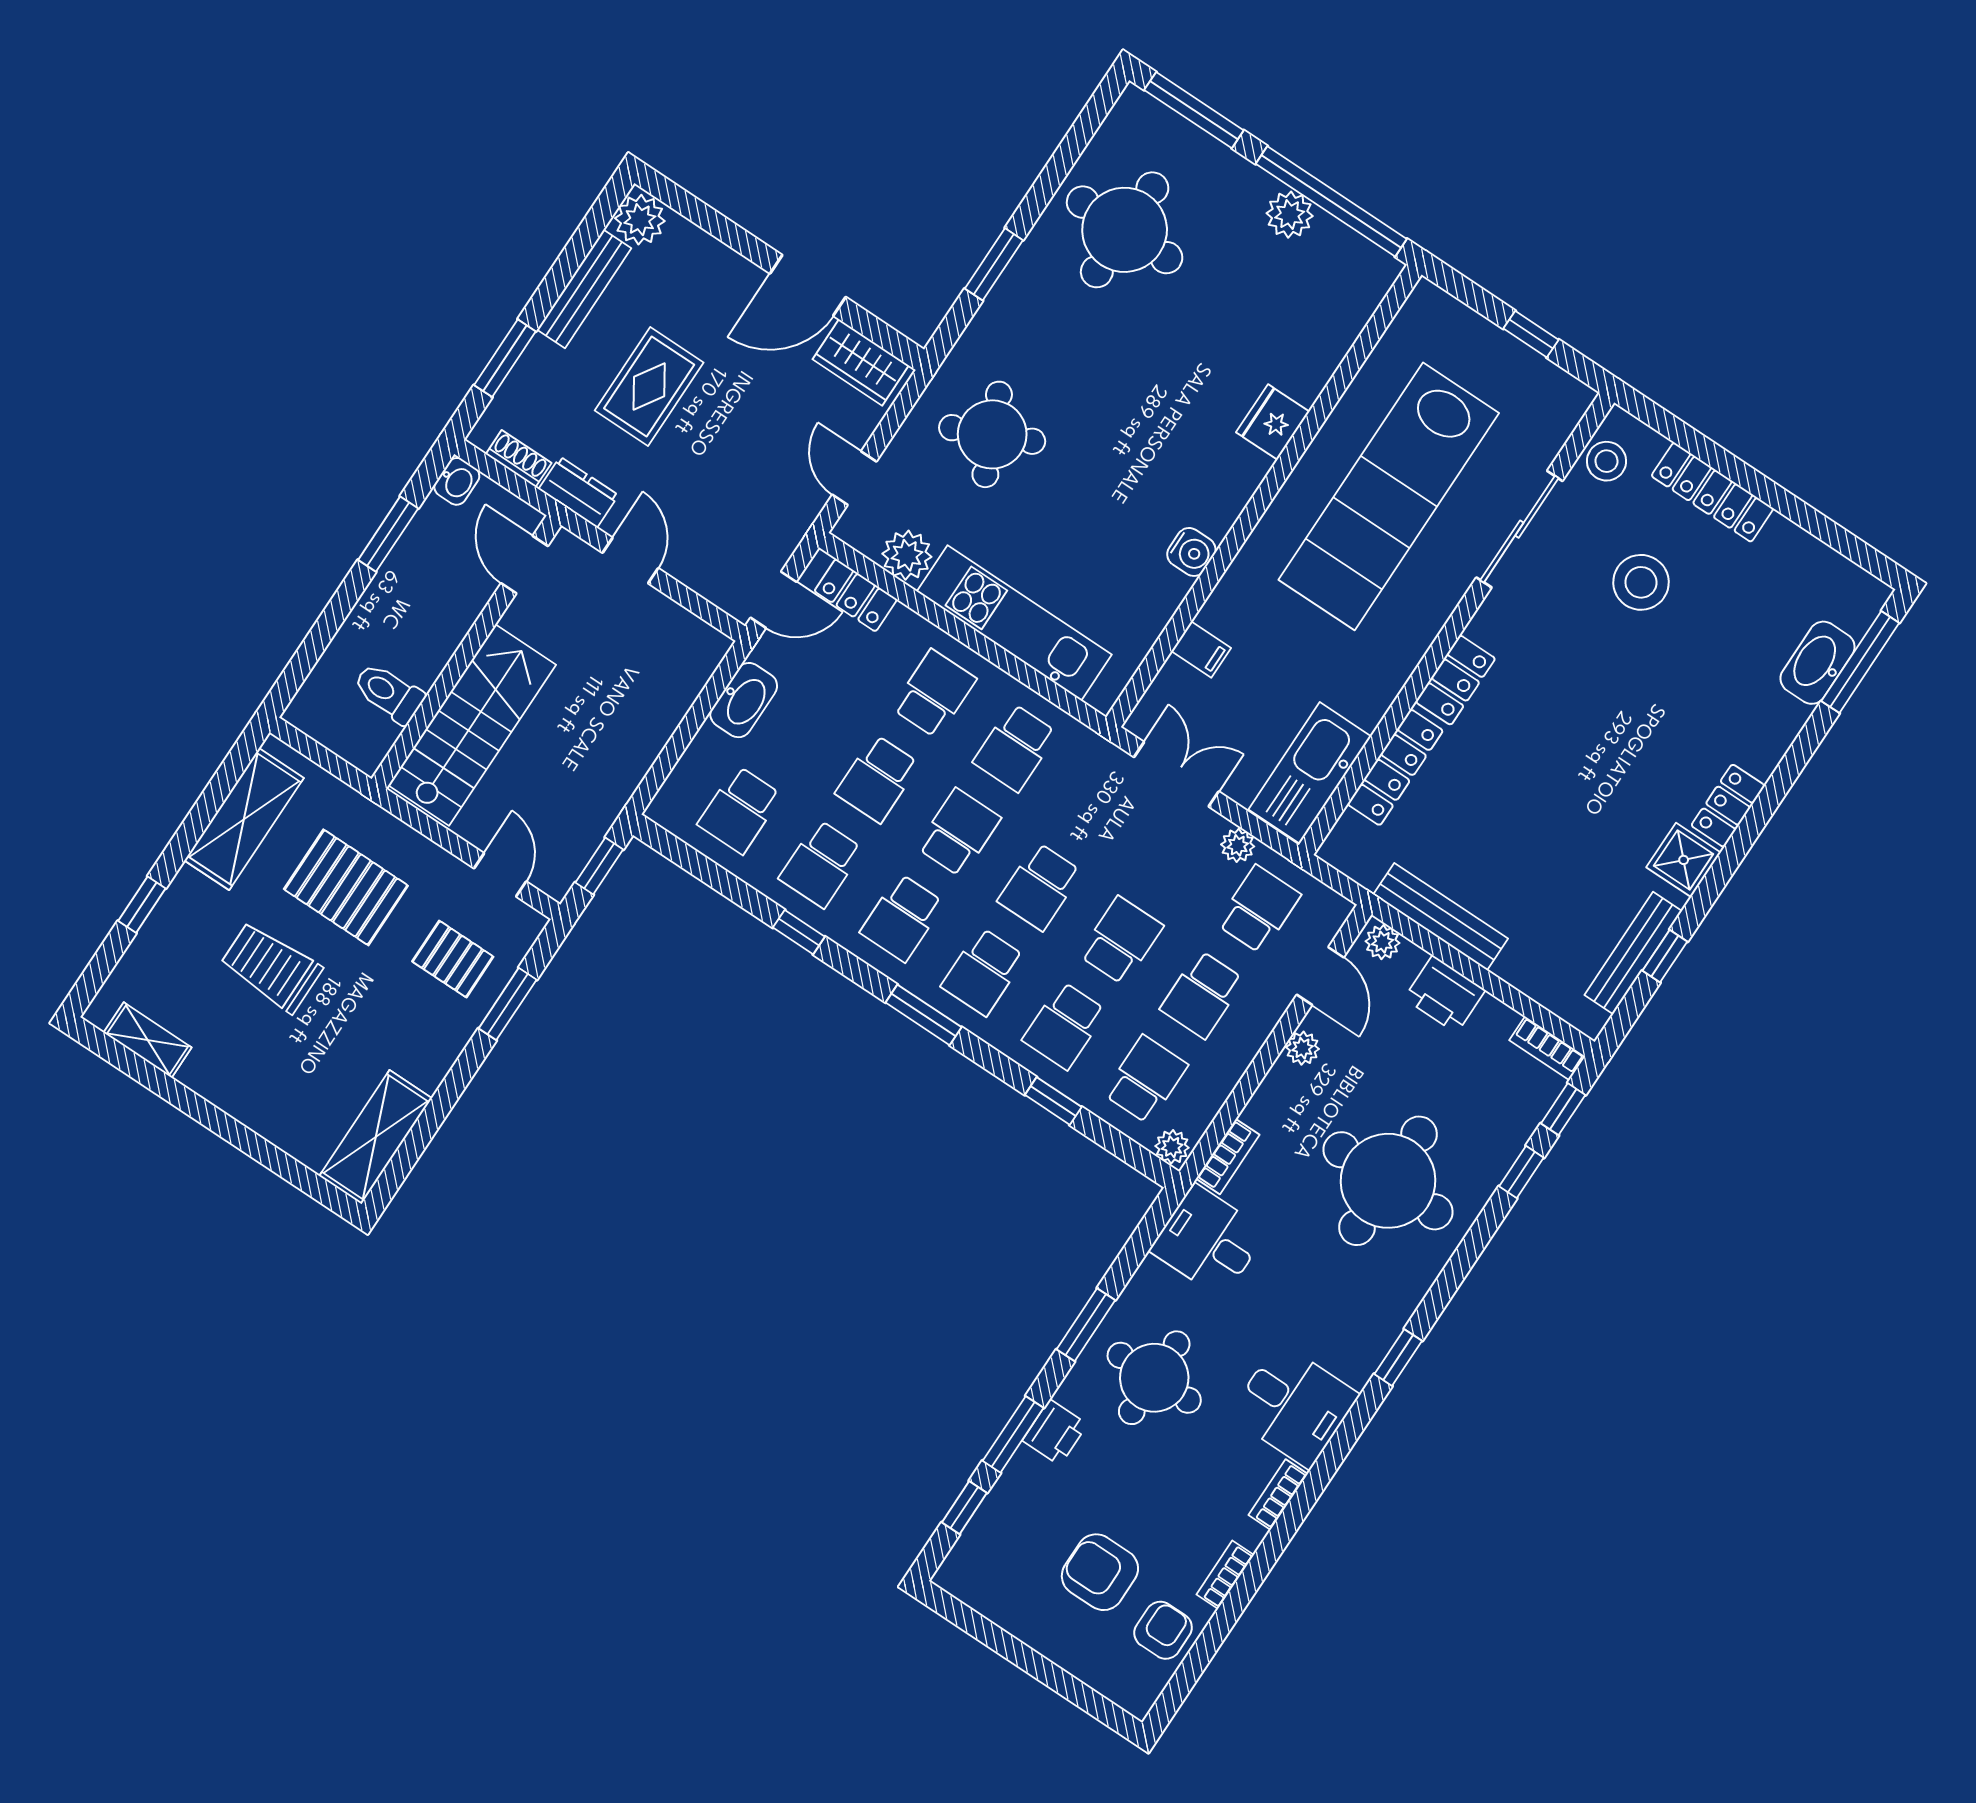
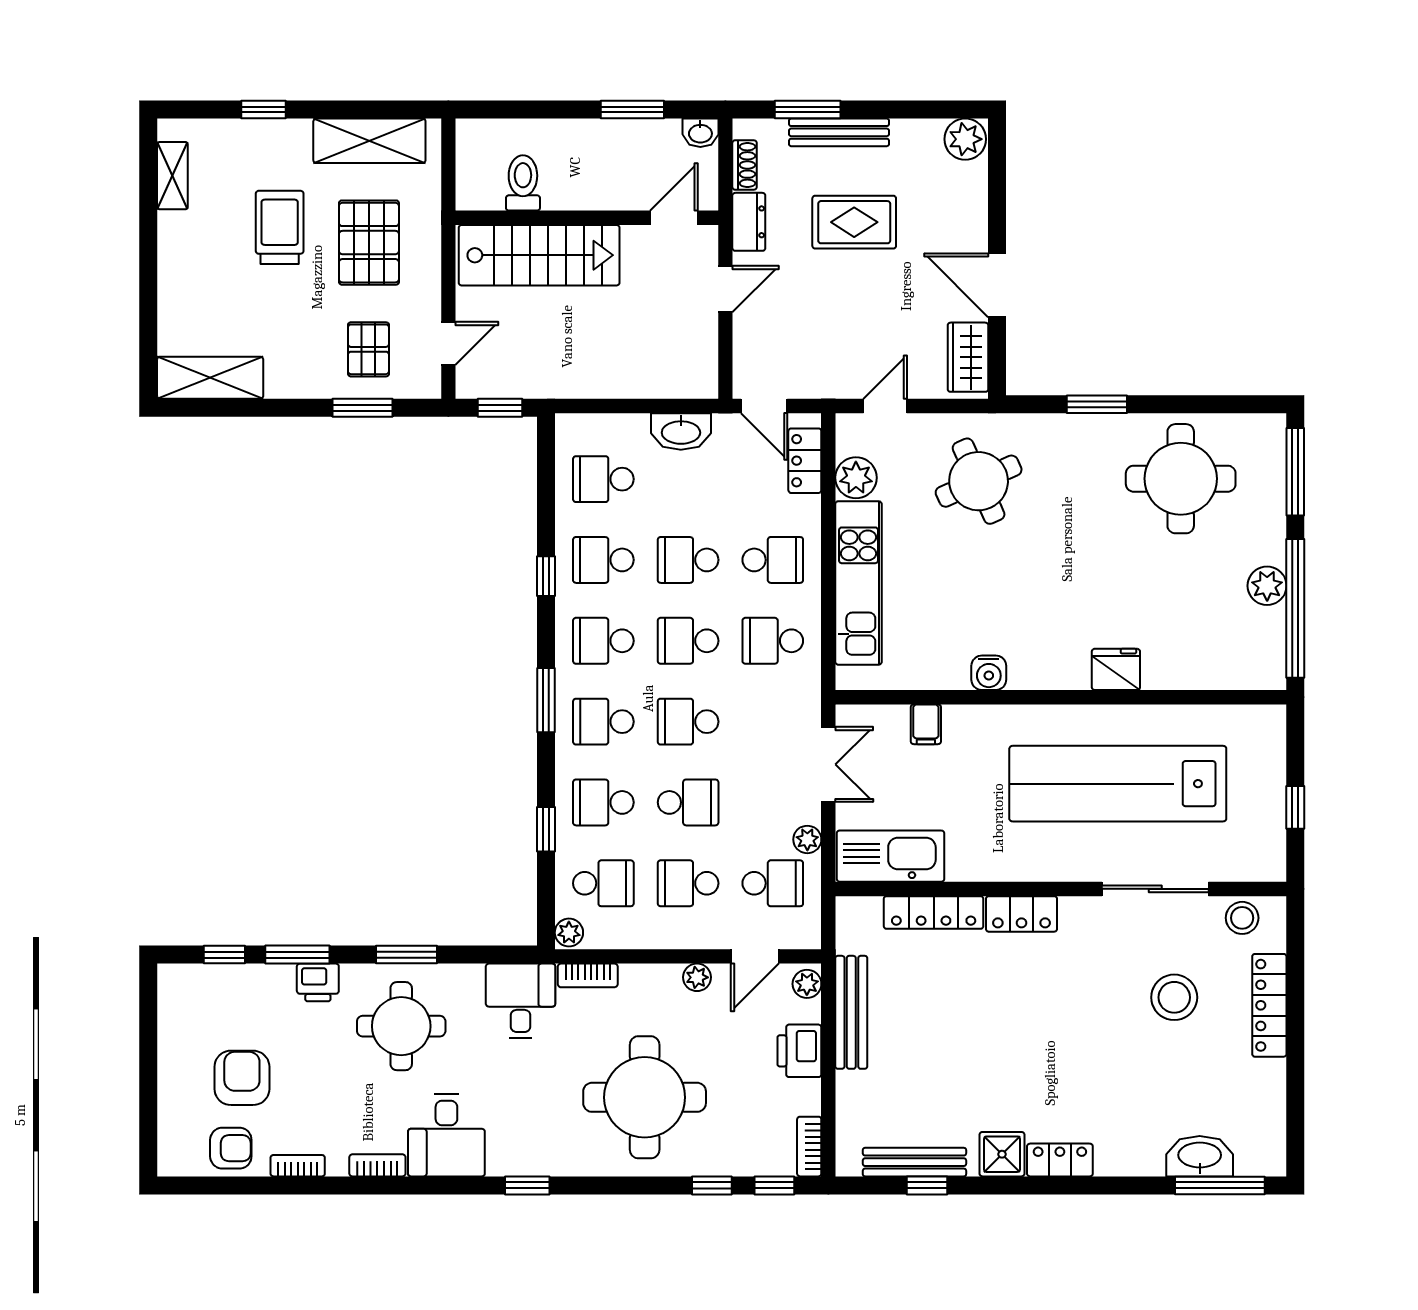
bench: (584, 289) -> (839, 132), moved
school desk: (959, 833) -> (688, 641), turned 180

